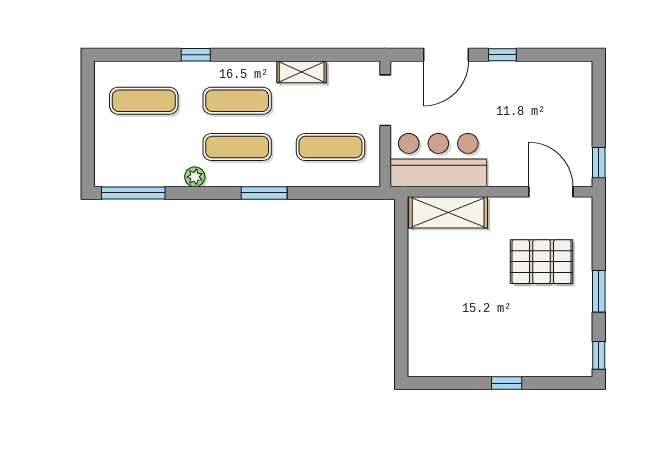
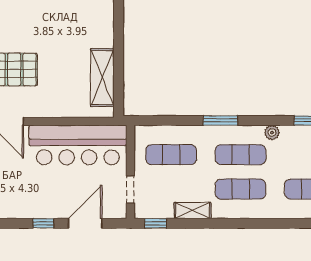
window: (196, 55) -> (156, 223), moved
doorway: (385, 100) -> (130, 189), width x0.73
bar counter: (438, 160) -> (78, 145), width x1.36
shelving: (448, 212) -> (102, 78), moved, turned 90

